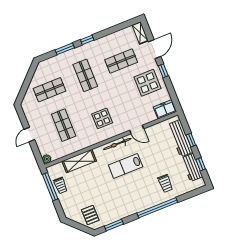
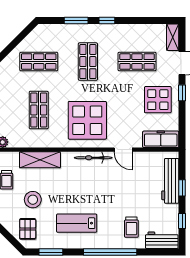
freezer: (165, 109) -> (161, 139), width x1.40
display table: (102, 118) -> (87, 120), width x1.86, depth x1.86
lab bench: (126, 166) -> (77, 223), moved
workbench: (192, 167) -> (162, 240), moved, turned 90
stool: (85, 192) -> (33, 200), added

